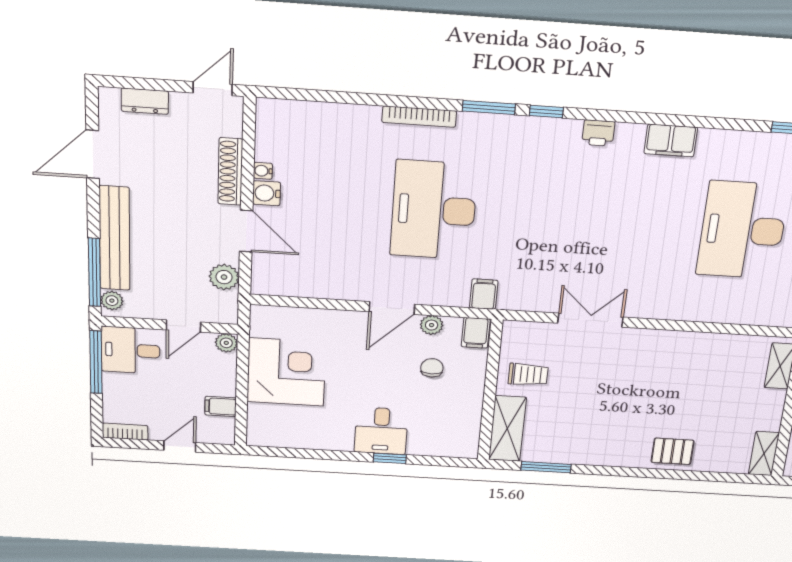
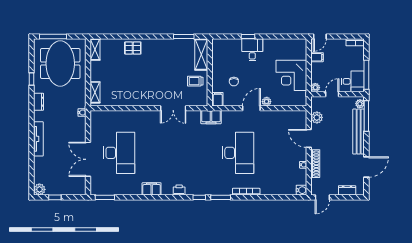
water cooler: (267, 193) -> (301, 190), moved
filing cabinet: (484, 294) -> (211, 117), width x2.00
plant: (432, 325) -> (267, 102), moved
door: (180, 446) -> (320, 36), moved

